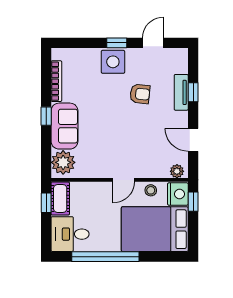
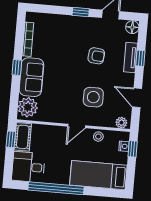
floor lamp: (180, 56) -> (132, 27), added
side table: (113, 62) -> (93, 97), moved
nightstand: (178, 194) -> (124, 146), width x0.53, depth x0.56
bed: (155, 229) -> (98, 175), width x0.67

